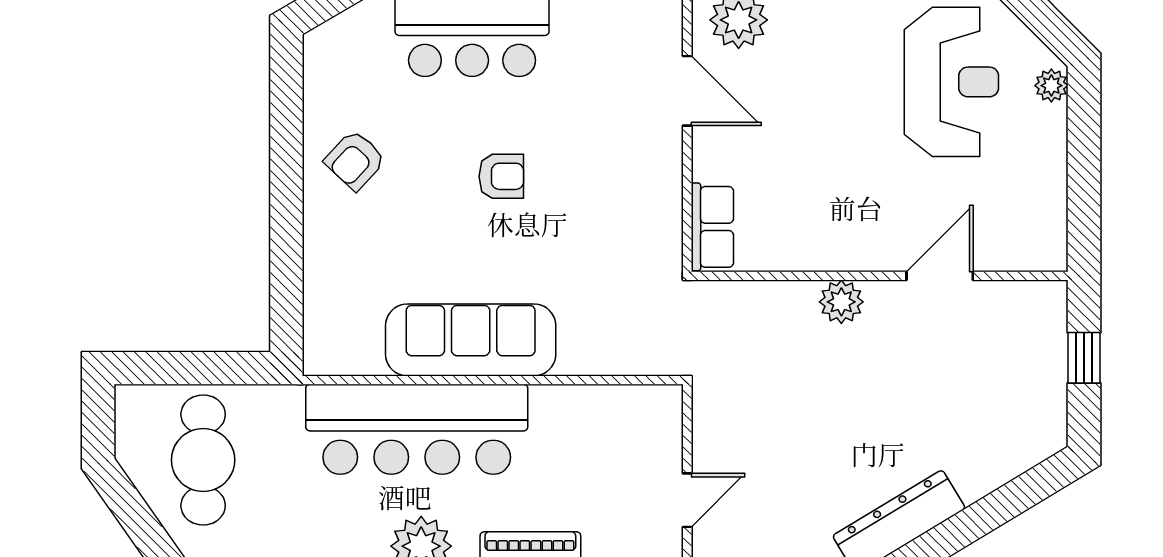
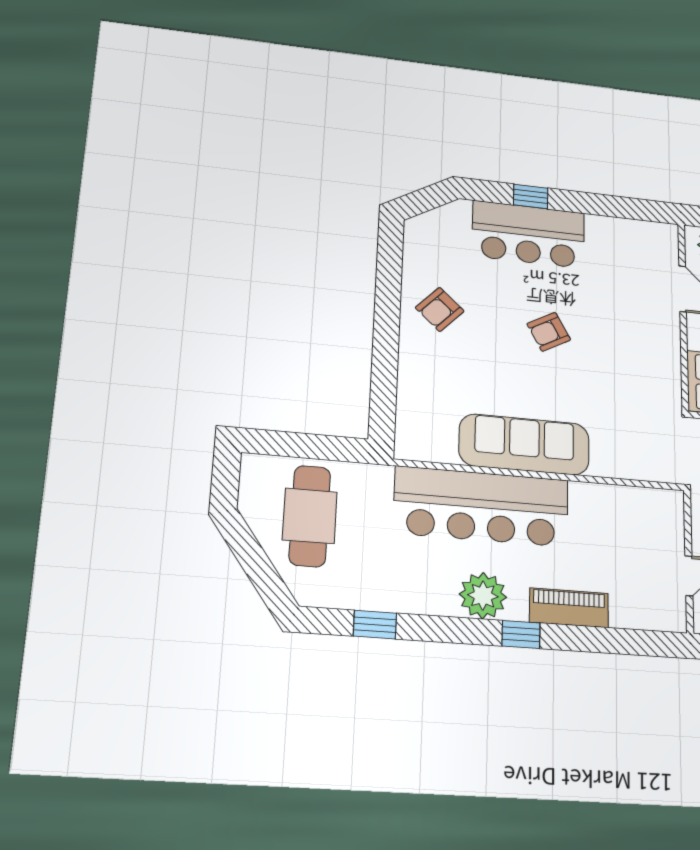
armchair: (501, 176) -> (549, 332), turned 151

